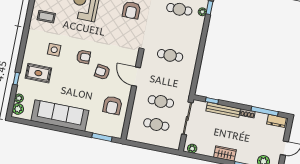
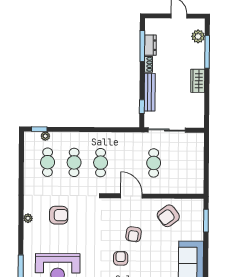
door: (136, 77) -> (131, 196), swing flipped
armchair: (112, 105) -> (168, 216), turned 142
dresser: (277, 121) -> (150, 45), moved
cafe table: (156, 125) -> (74, 162), moved
plant: (192, 149) -> (199, 118), removed

